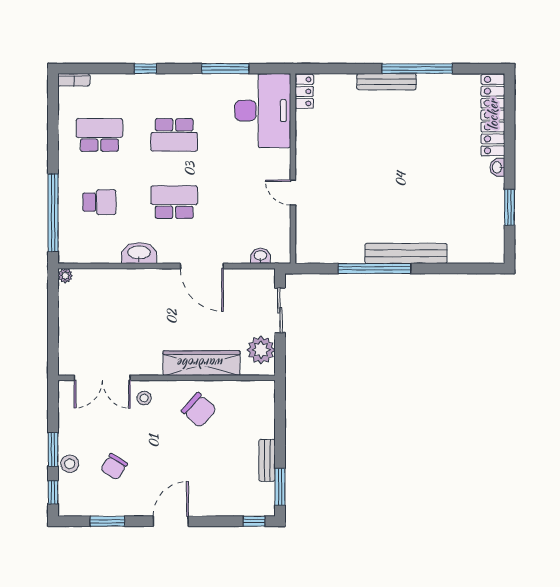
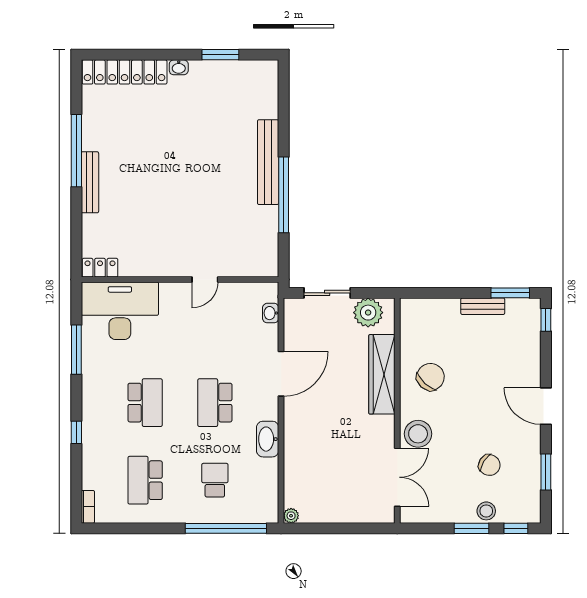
stool: (144, 398) -> (418, 434), width x1.89, depth x1.89

